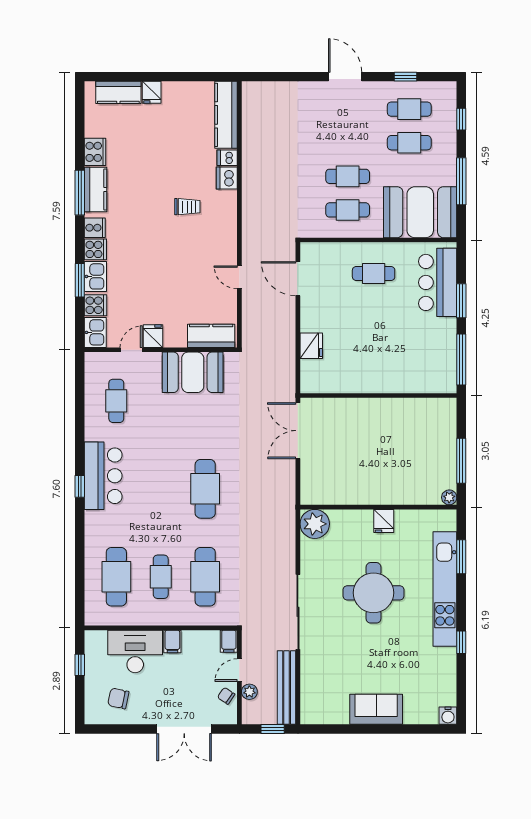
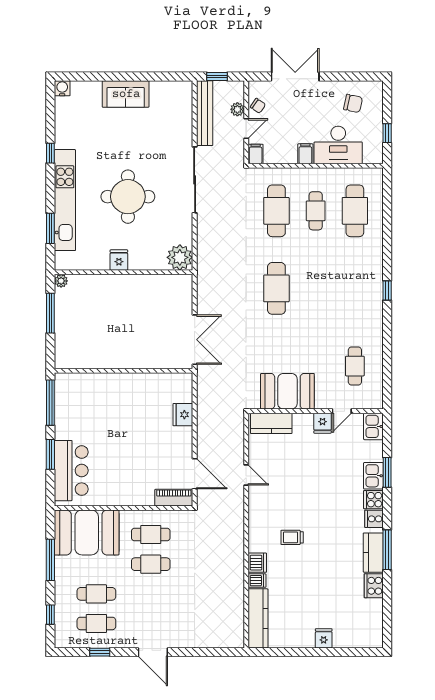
kitchen counter: (118, 92) -> (353, 638), removed
piano: (322, 252) -> (174, 498), added
cafe table: (374, 273) -> (128, 478), removed
cooker: (95, 305) -> (373, 450), removed
bar counter: (103, 476) -> (367, 300), removed

